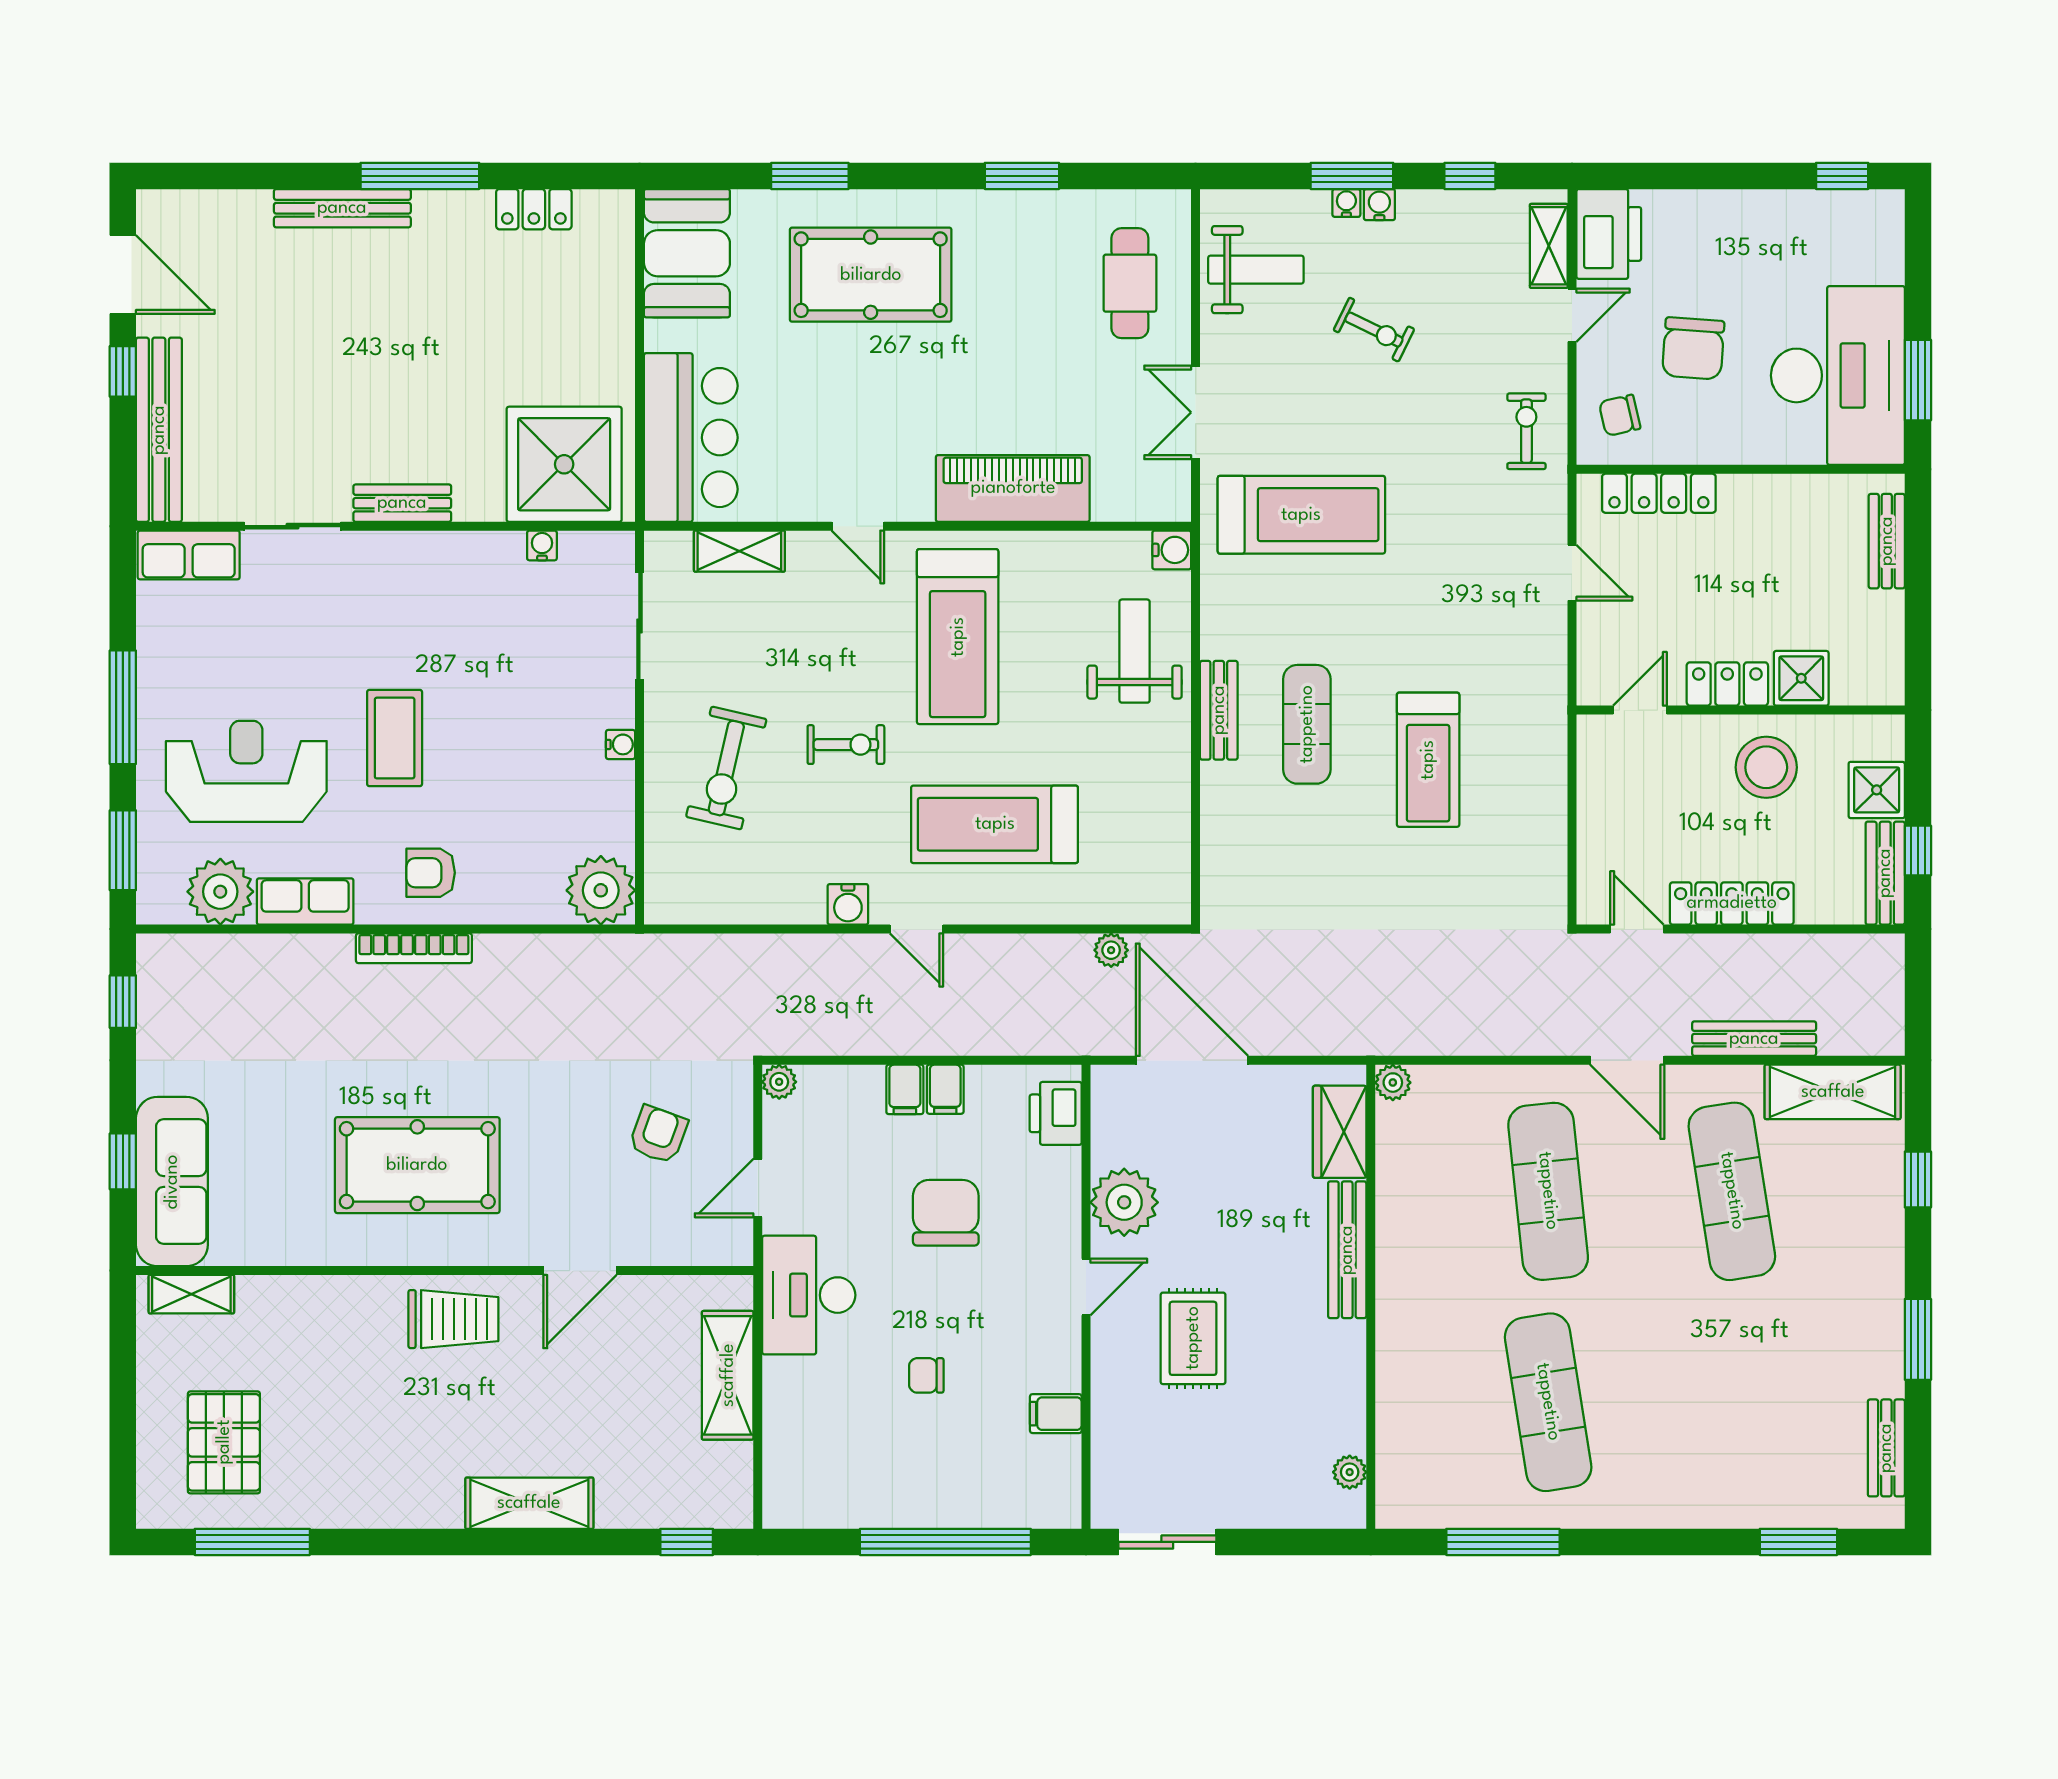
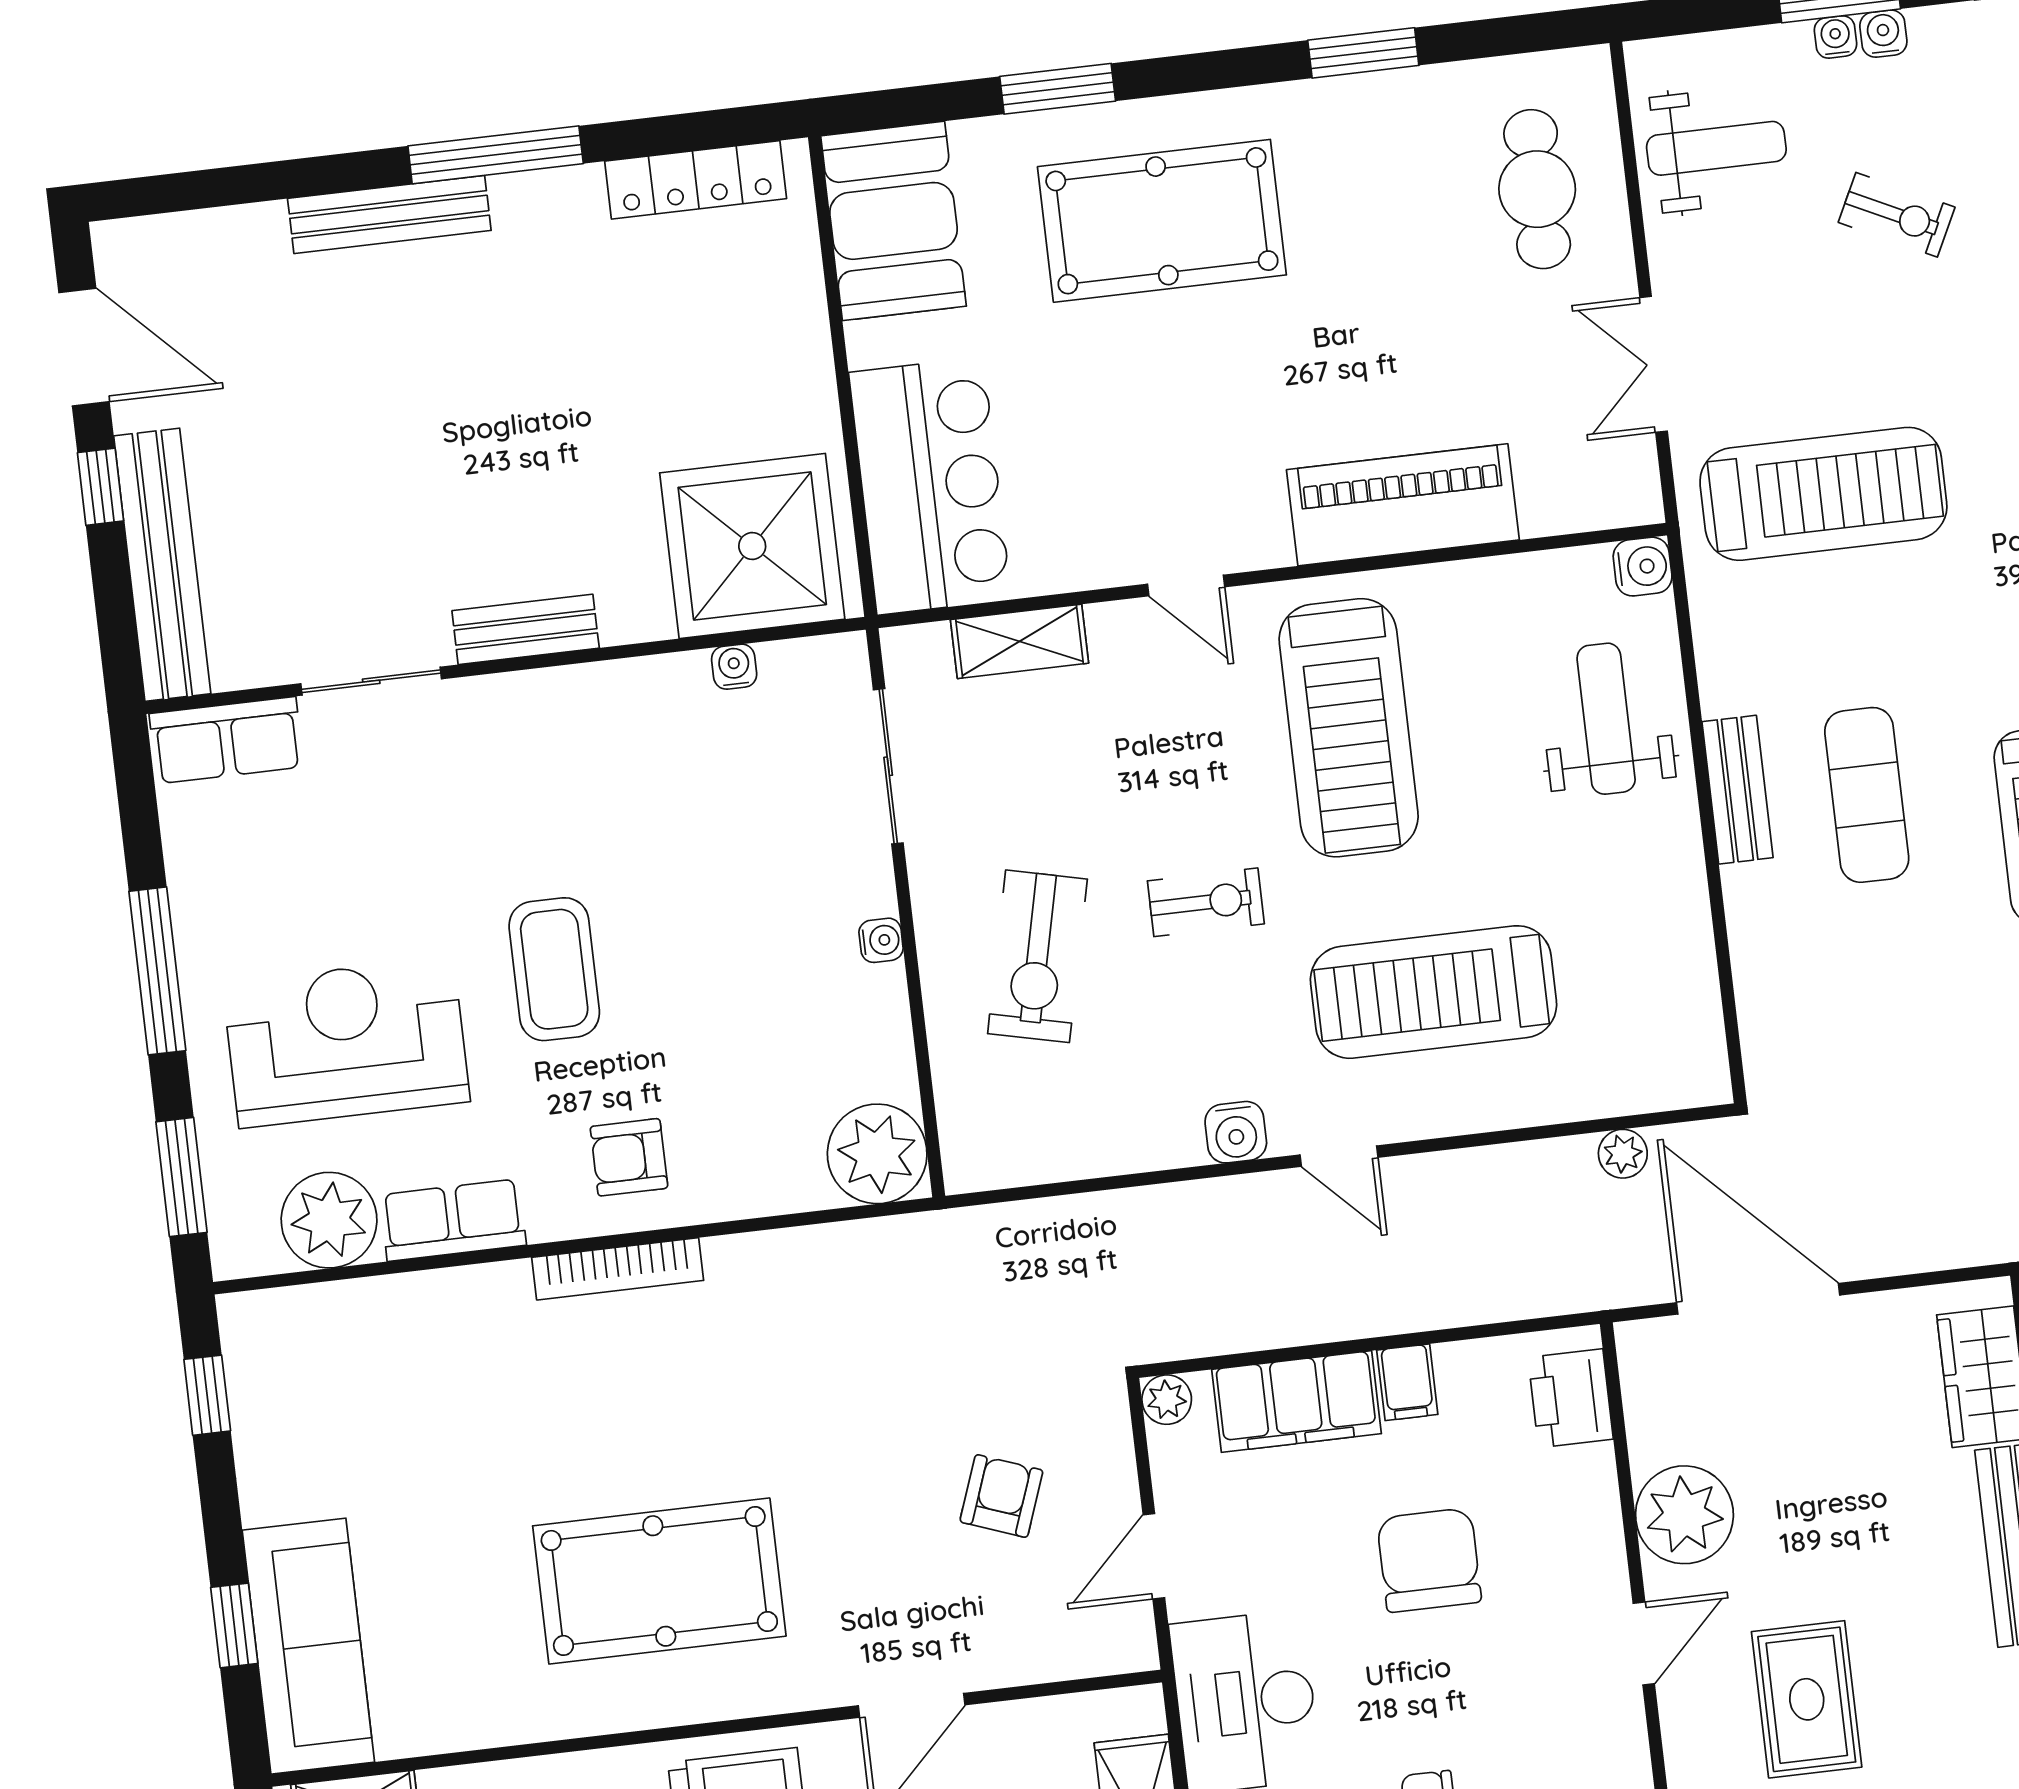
locker: (534, 209) -> (696, 180), width x1.53
filing cabinet: (905, 1089) -> (1296, 1402), width x3.00, depth x1.17

